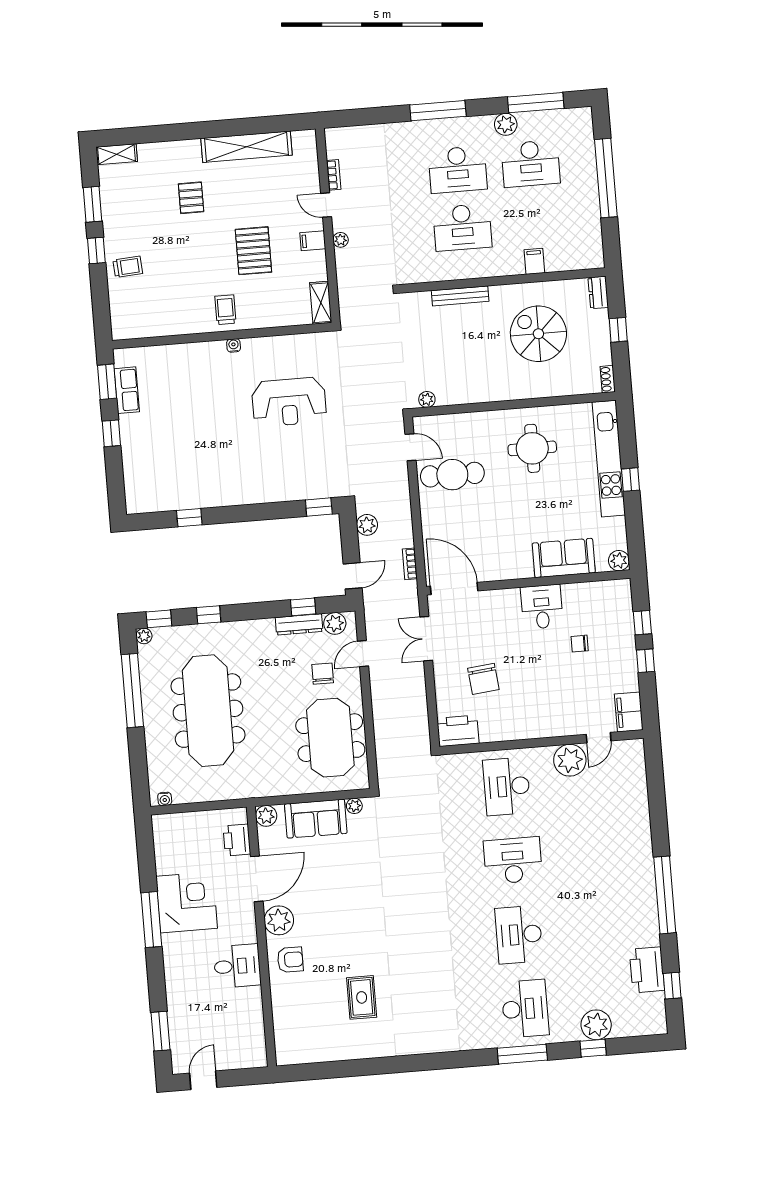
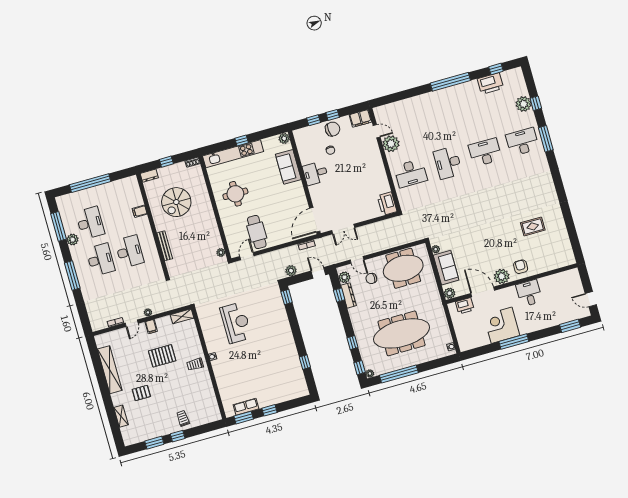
shelving: (117, 154) -> (121, 416), moved
chair: (483, 679) -> (333, 129), moved
desk: (519, 935) -> (485, 152), turned 180

